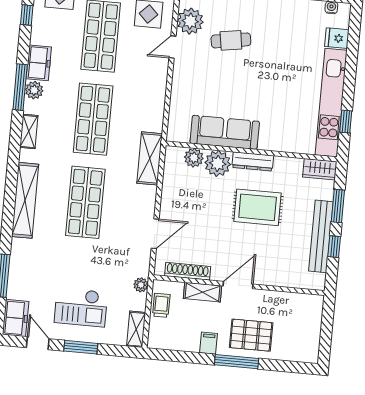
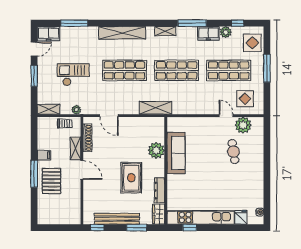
plant: (34, 90) -> (226, 32), moved
plant: (194, 158) -> (158, 135), removed
dresser: (253, 161) -> (160, 190), moved
window: (334, 247) -> (97, 228), moved
checkout: (81, 307) -> (73, 75), moved, turned 90

